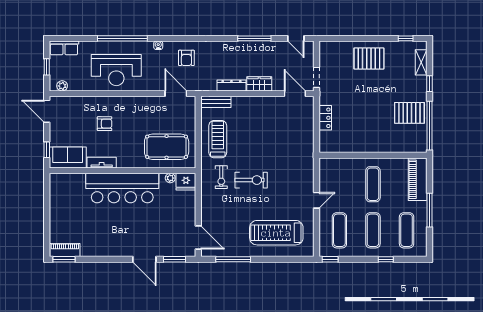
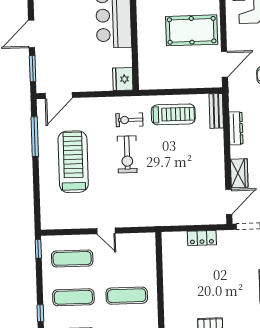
wardrobe: (259, 84) -> (239, 173), moved
pool table: (167, 147) -> (192, 30), moved, turned 90
plant: (170, 178) -> (126, 61), removed
treadmill: (276, 233) -> (73, 162), moved

